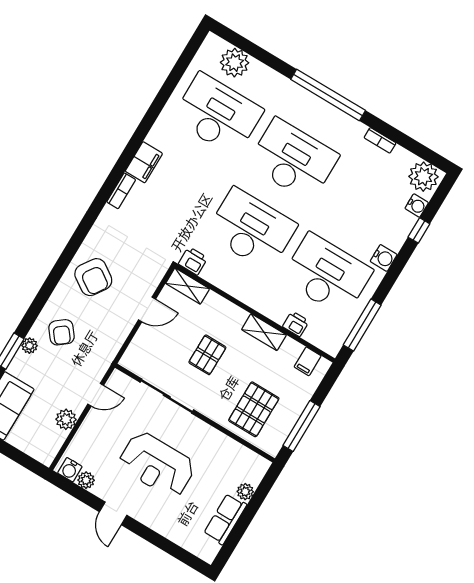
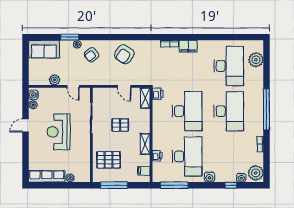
row of seats: (225, 519) -> (47, 176), width x1.48

